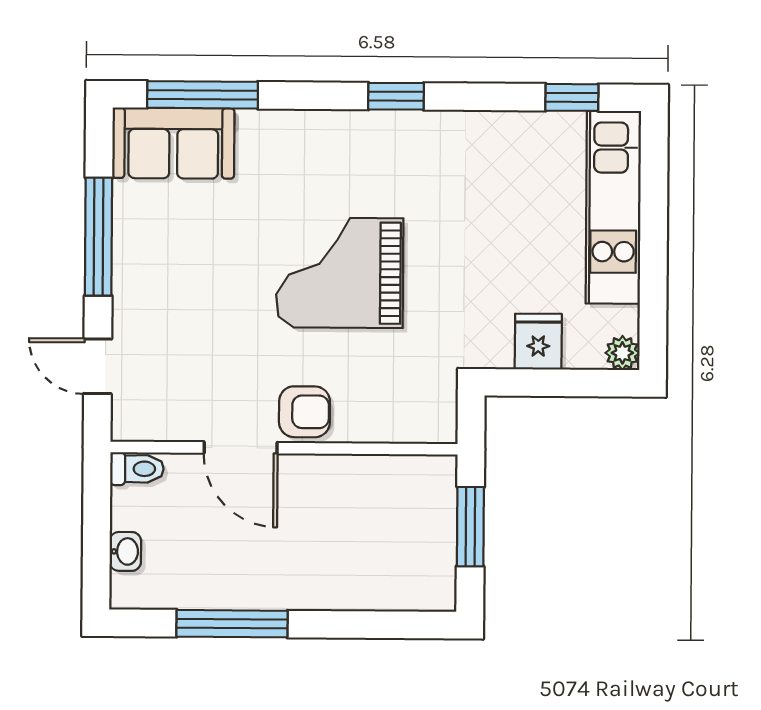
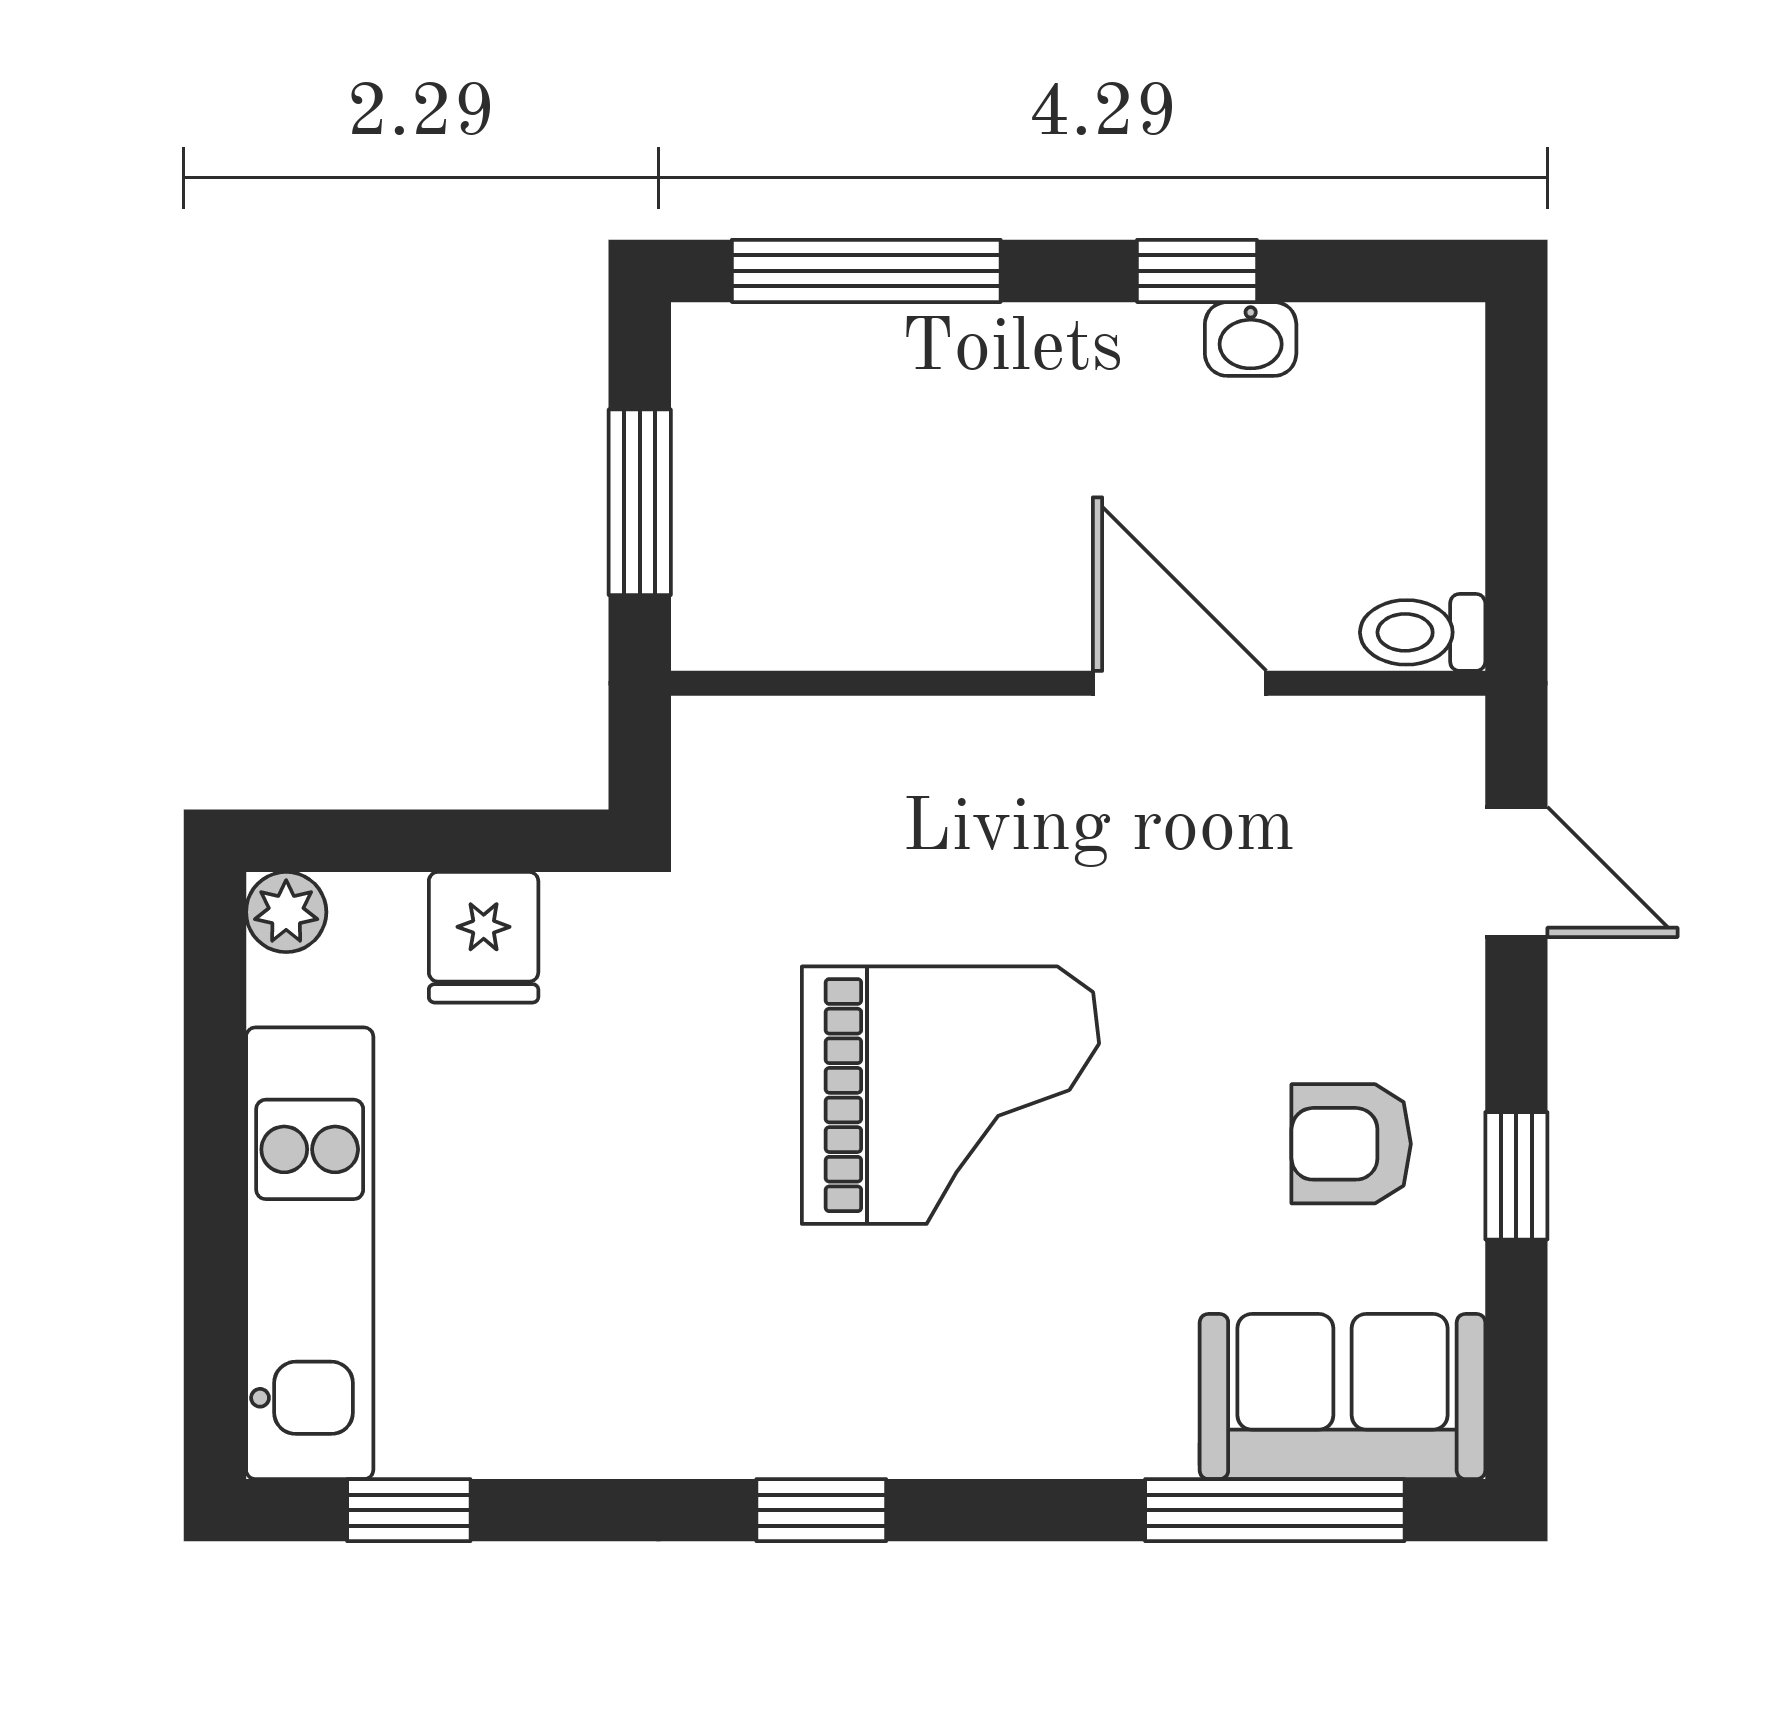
window: (99, 237) -> (1516, 1176), width x0.46
armchair: (304, 412) -> (1351, 1144), moved
washbasin: (125, 551) -> (1251, 339), moved, turned -90
window: (232, 624) -> (1197, 271), width x0.46
window: (373, 625) -> (866, 271), added

